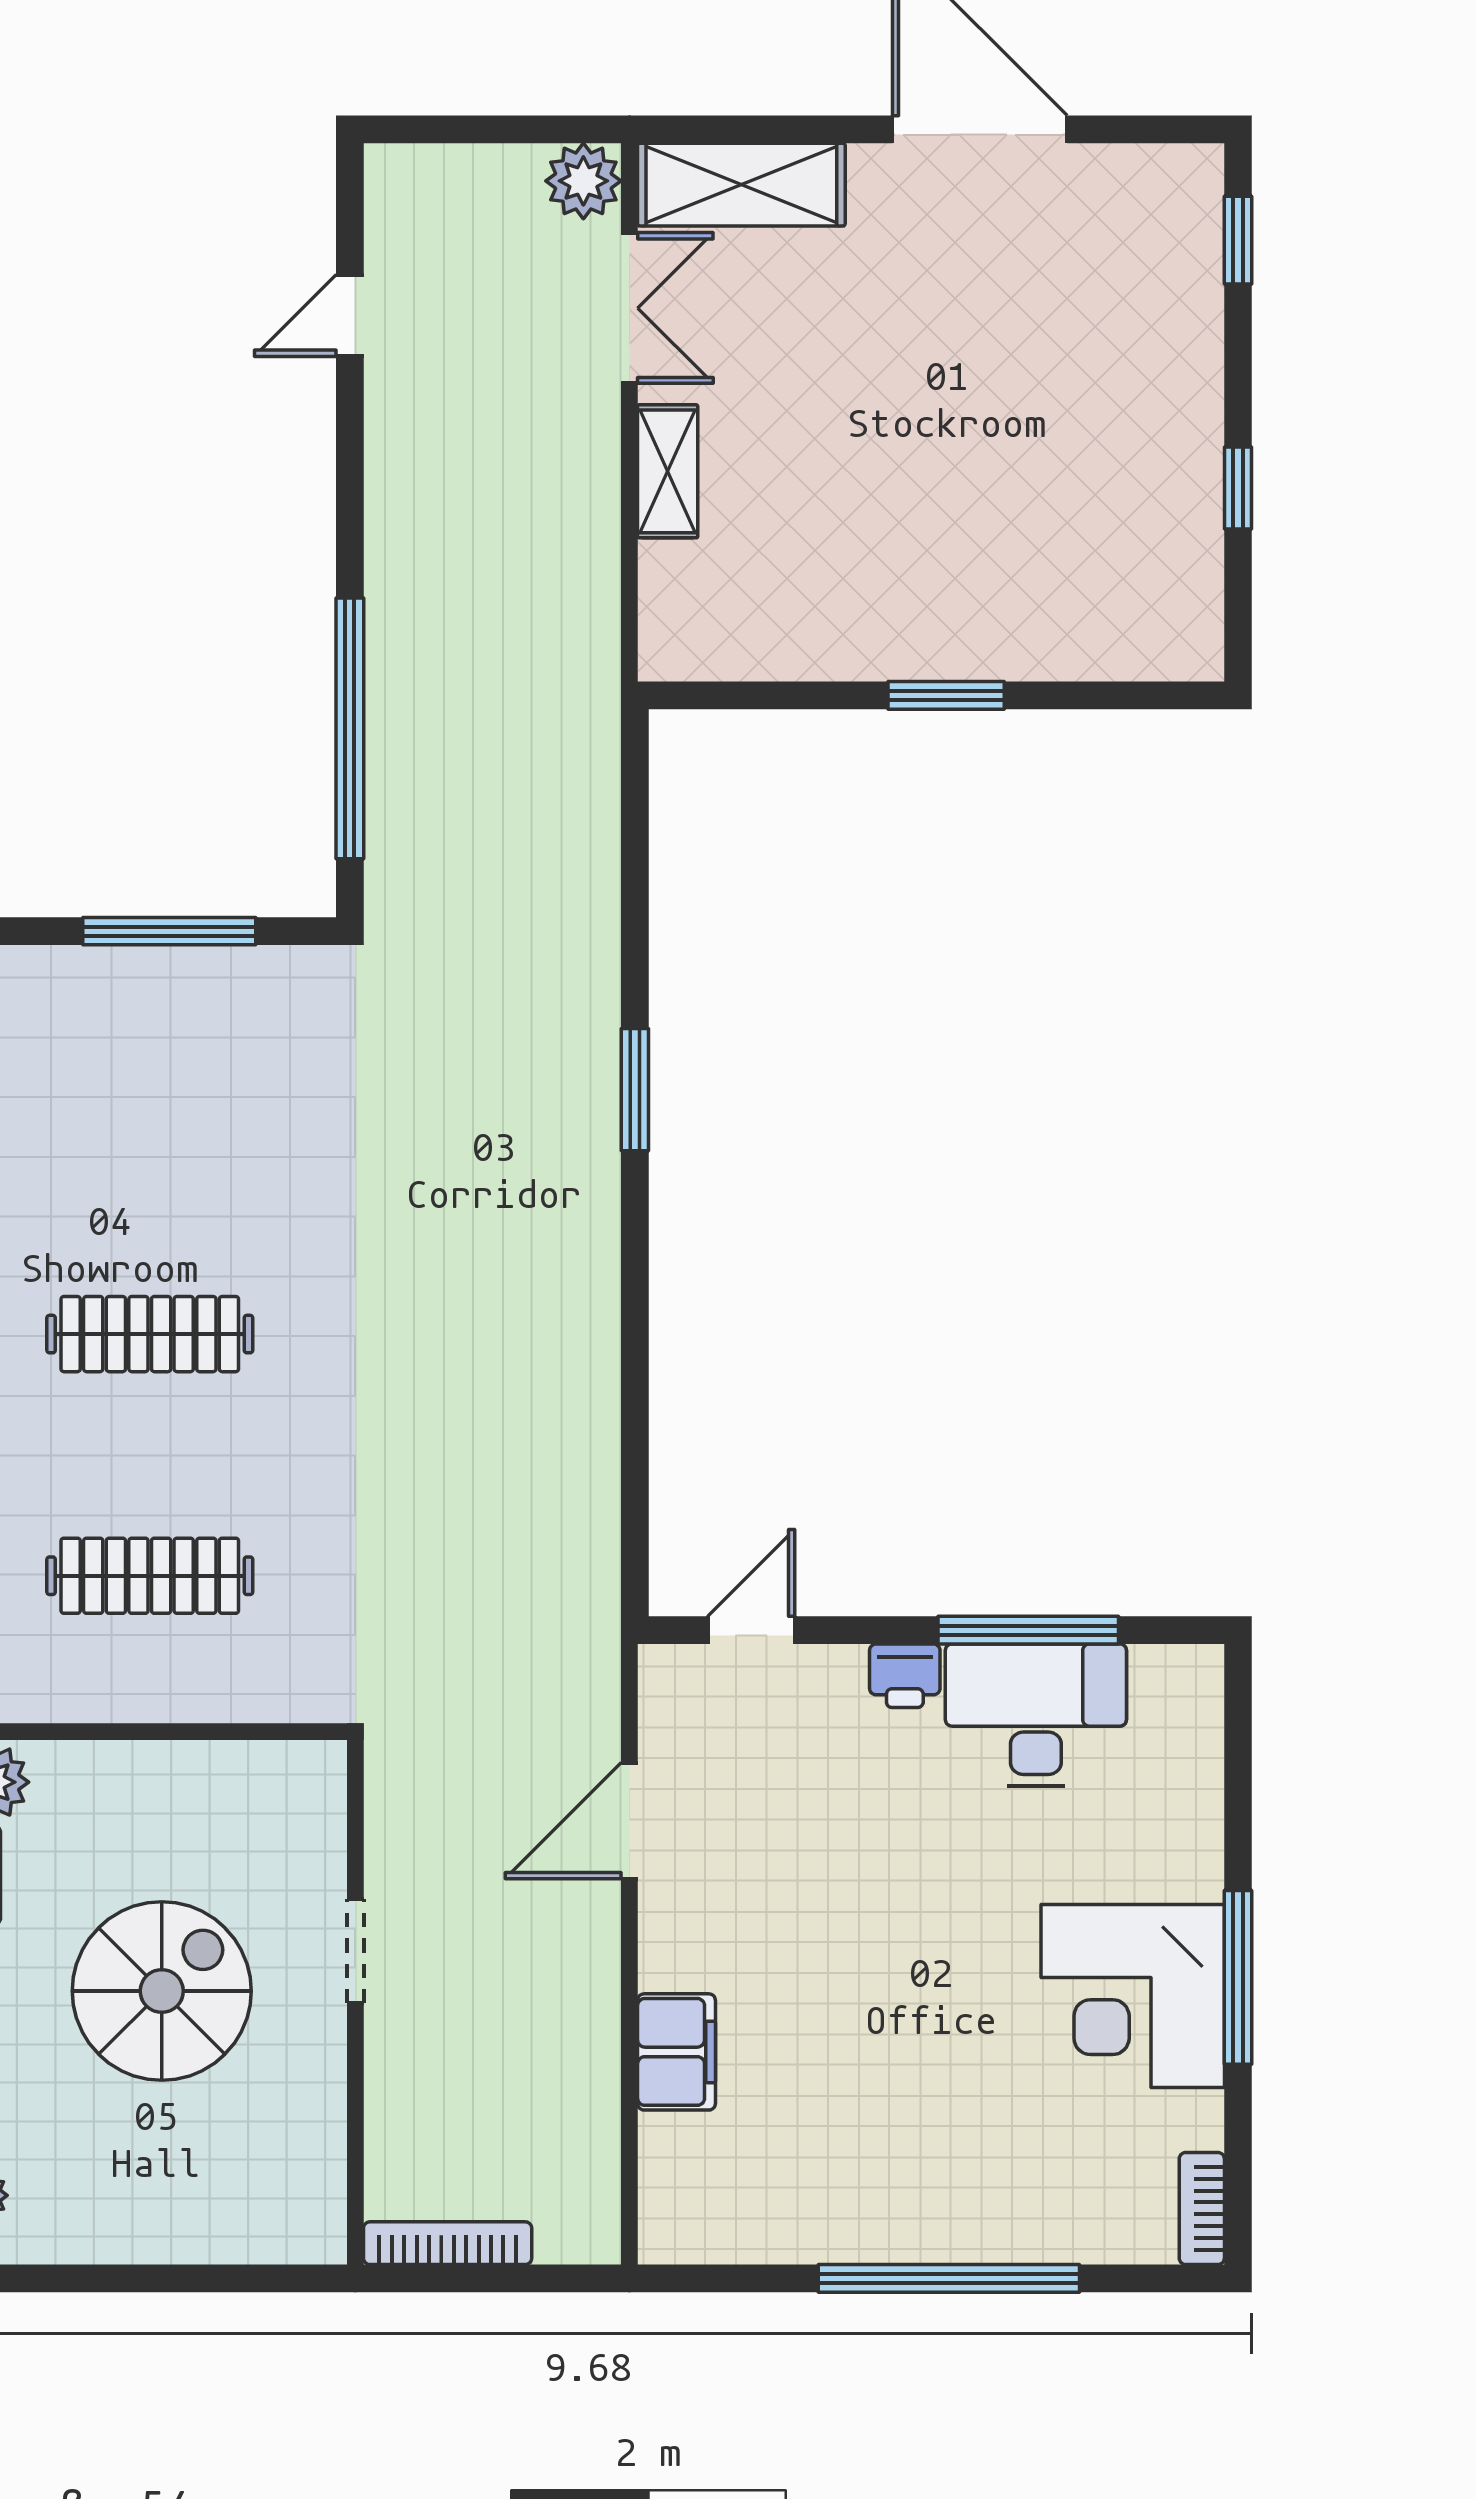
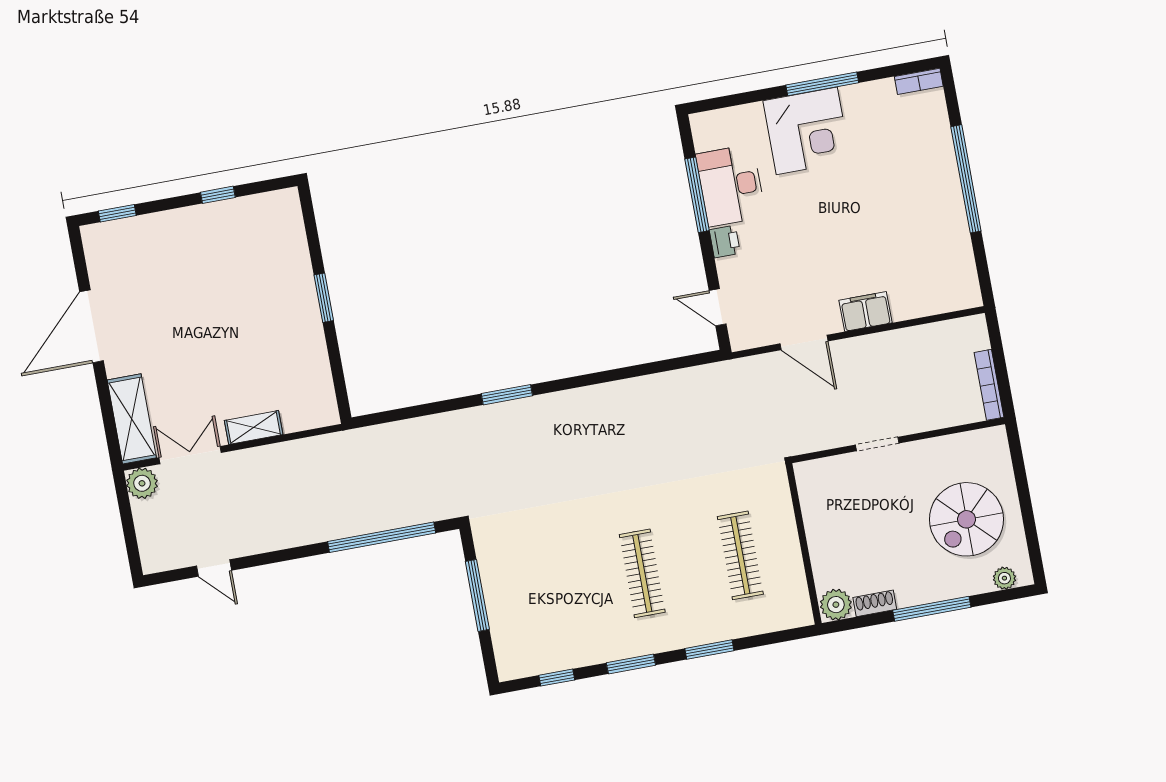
spiral stairs: (162, 1991) -> (966, 519), moved, turned -90
corner desk: (1133, 1996) -> (807, 131), moved
filing cabinet: (677, 2052) -> (866, 311), moved

